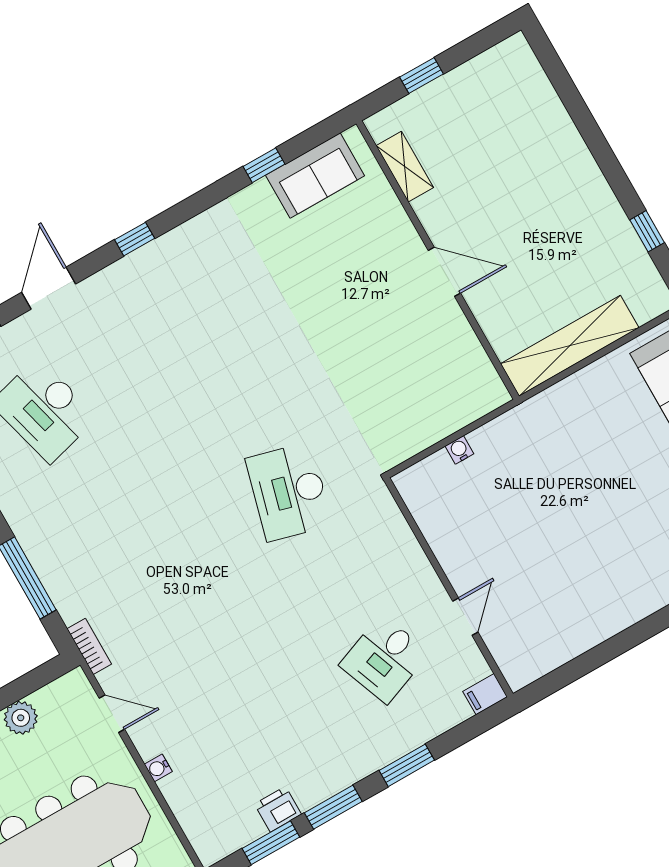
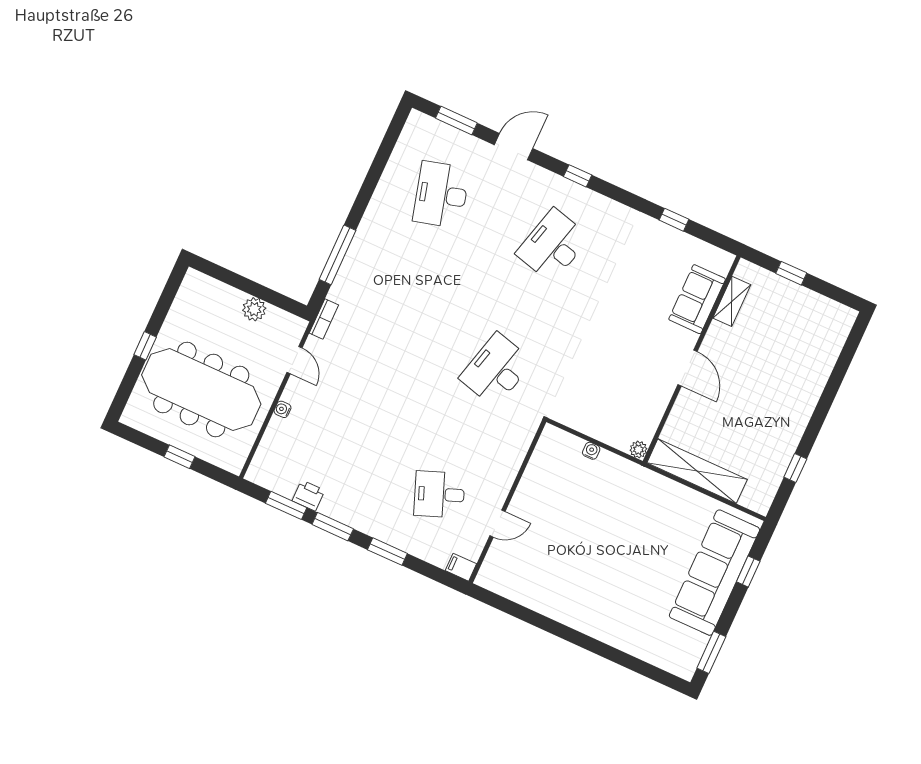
sofa: (315, 176) -> (697, 299), moved, turned 90
desk: (194, 325) -> (553, 245), added
plant: (497, 395) -> (638, 450), added

